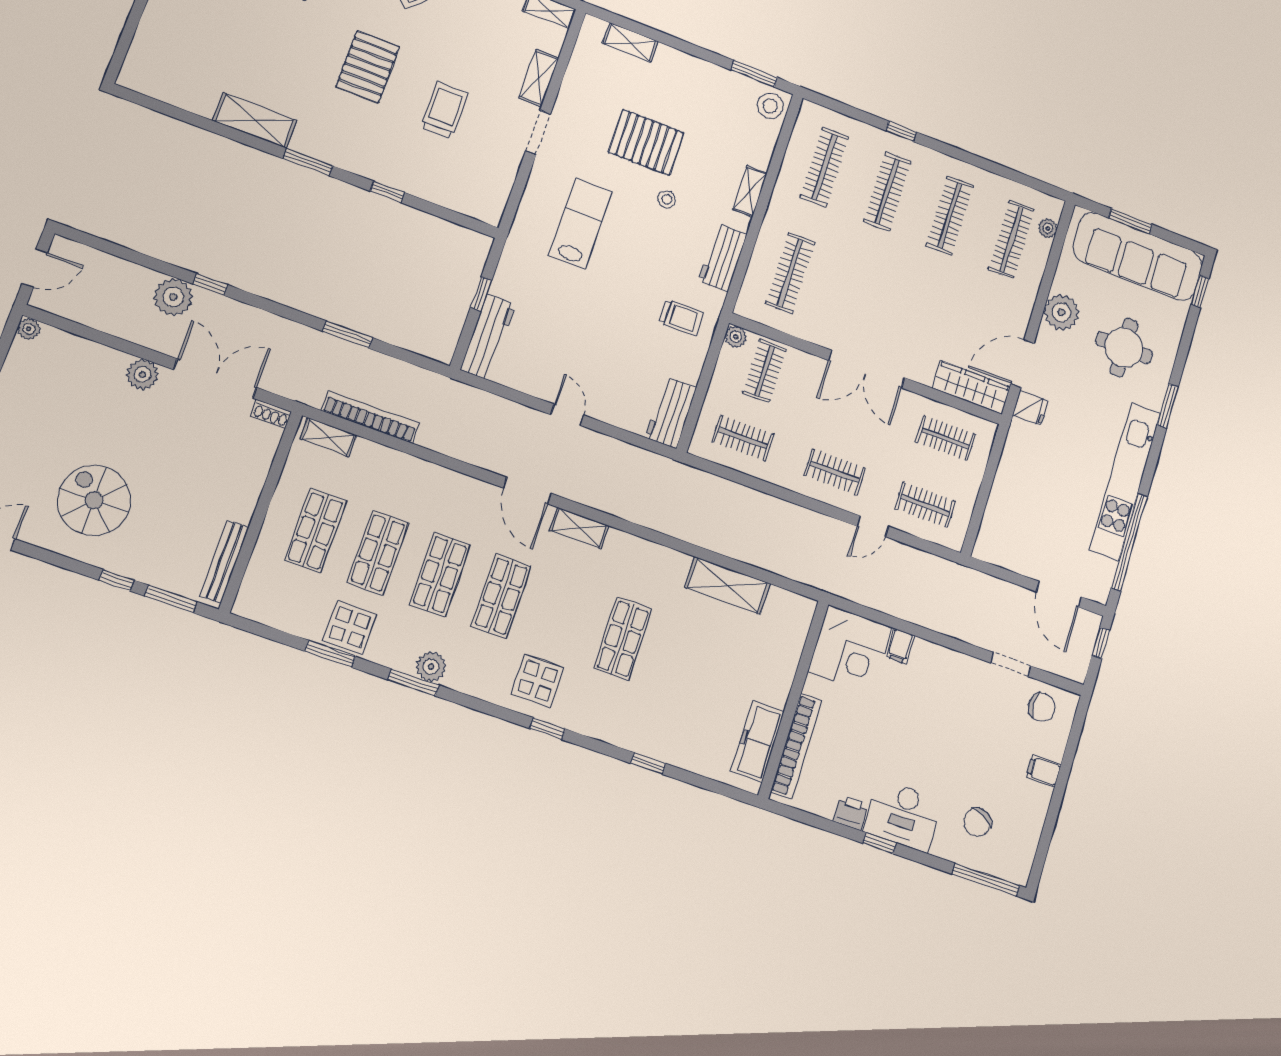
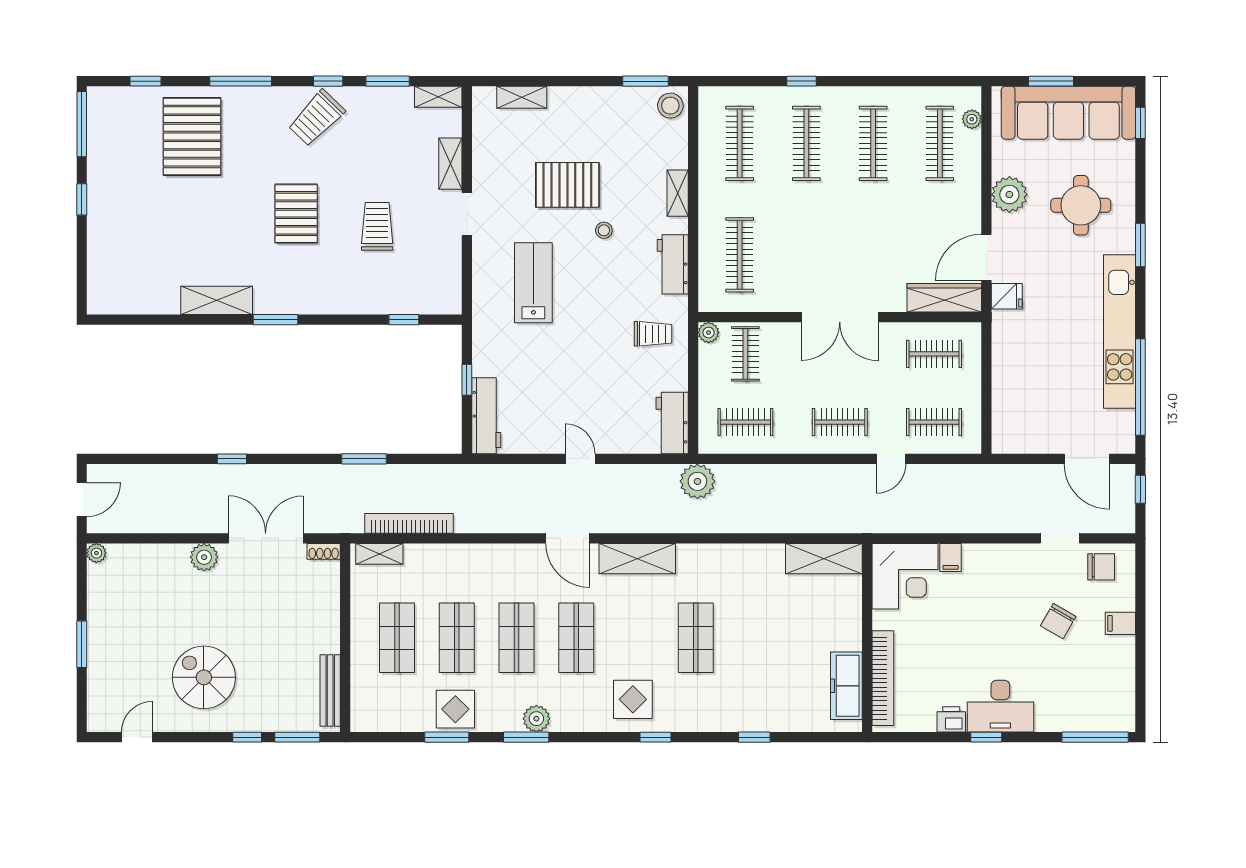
window: (387, 192) -> (404, 320), moved
plant: (173, 297) -> (697, 481), moved
shelving: (579, 528) -> (637, 559), width x1.50, depth x1.33
shelving: (727, 585) -> (824, 559), moved
chair: (977, 822) -> (1058, 621), moved

